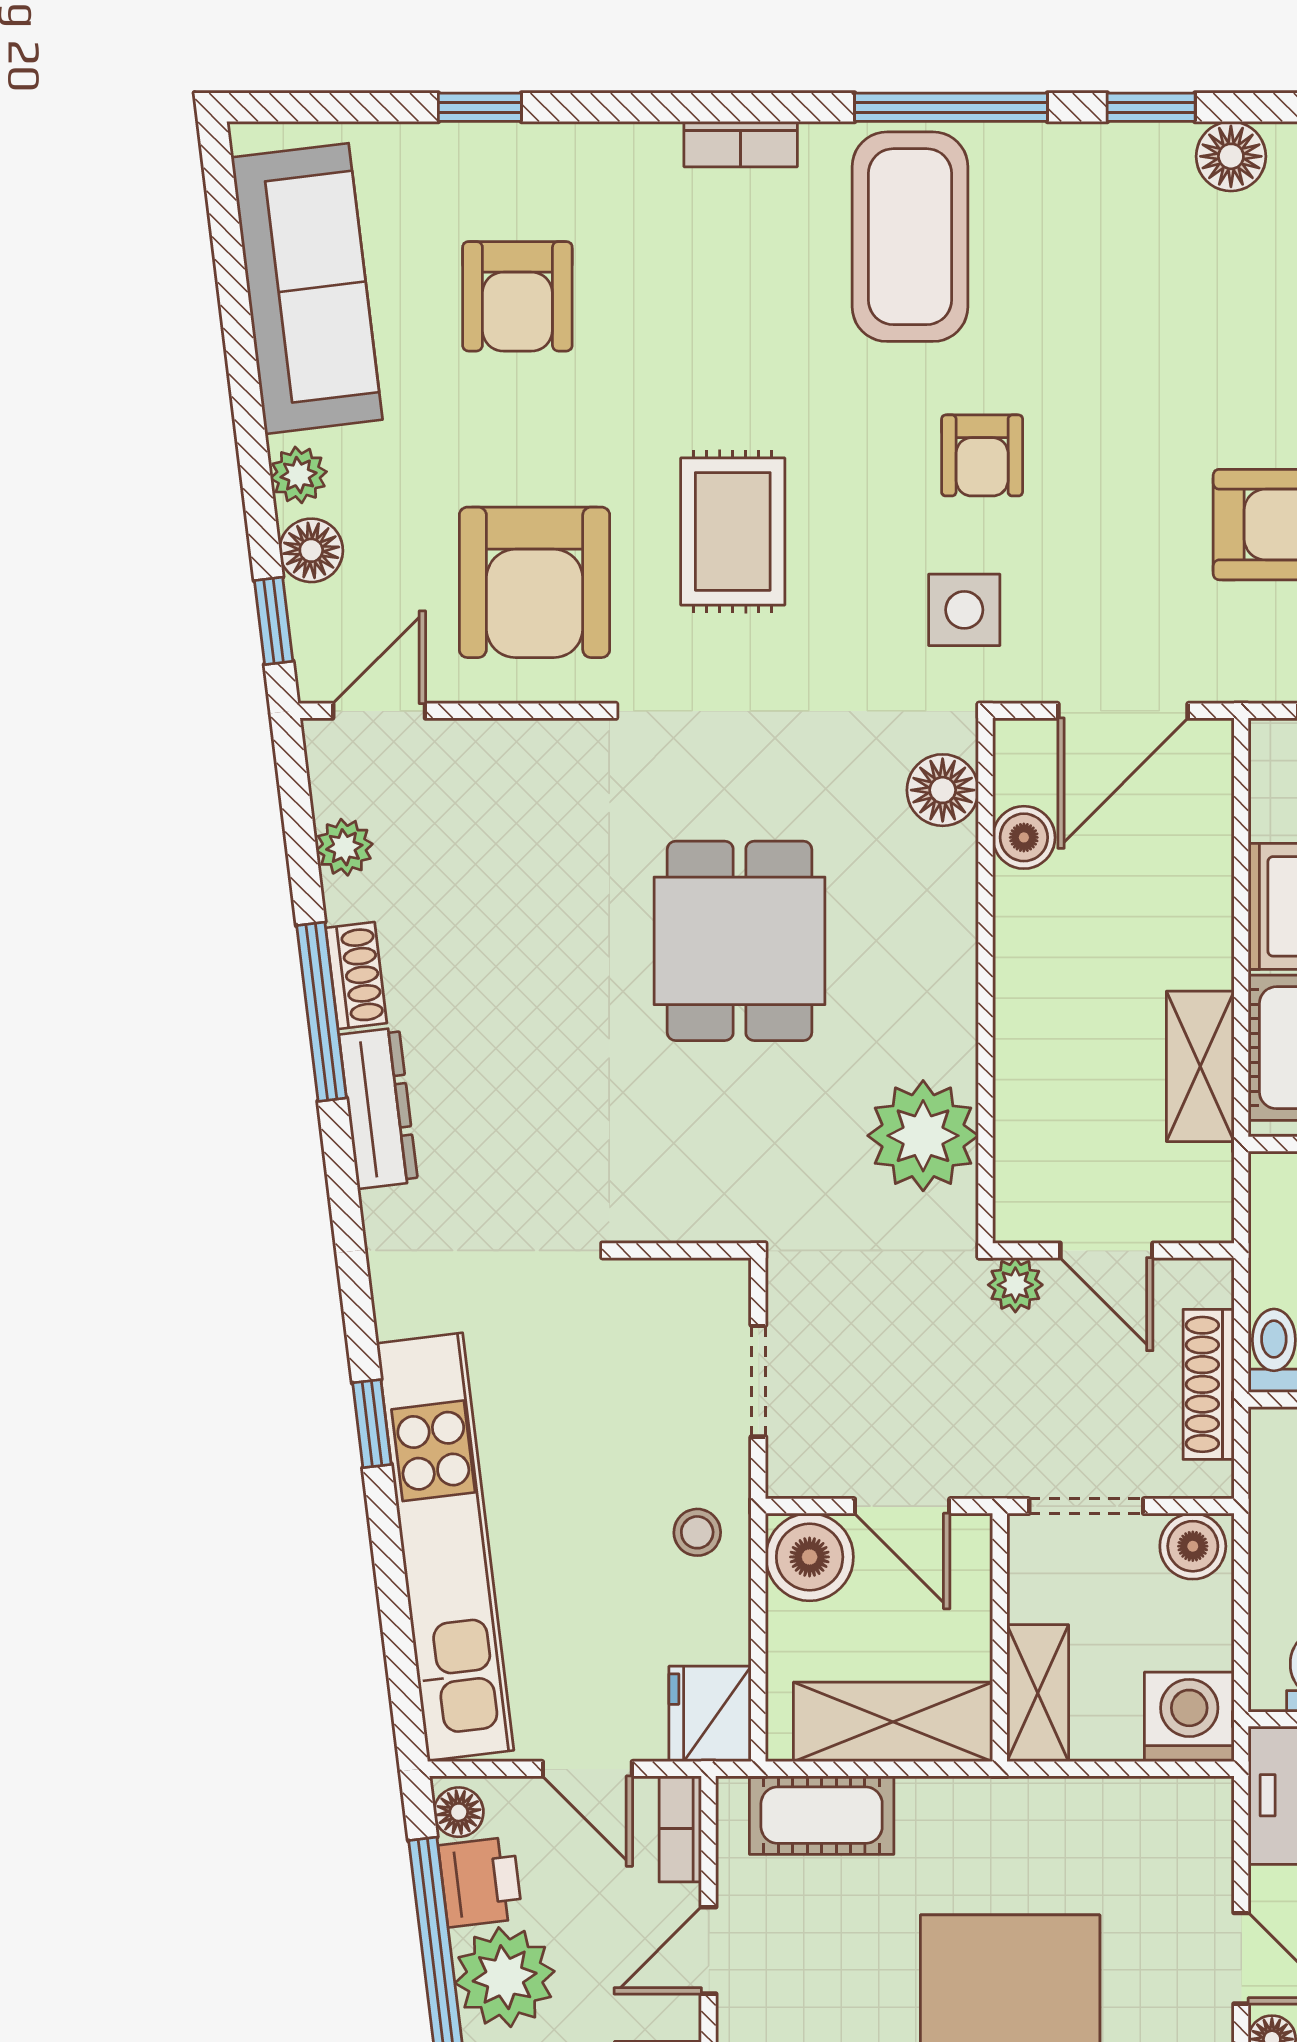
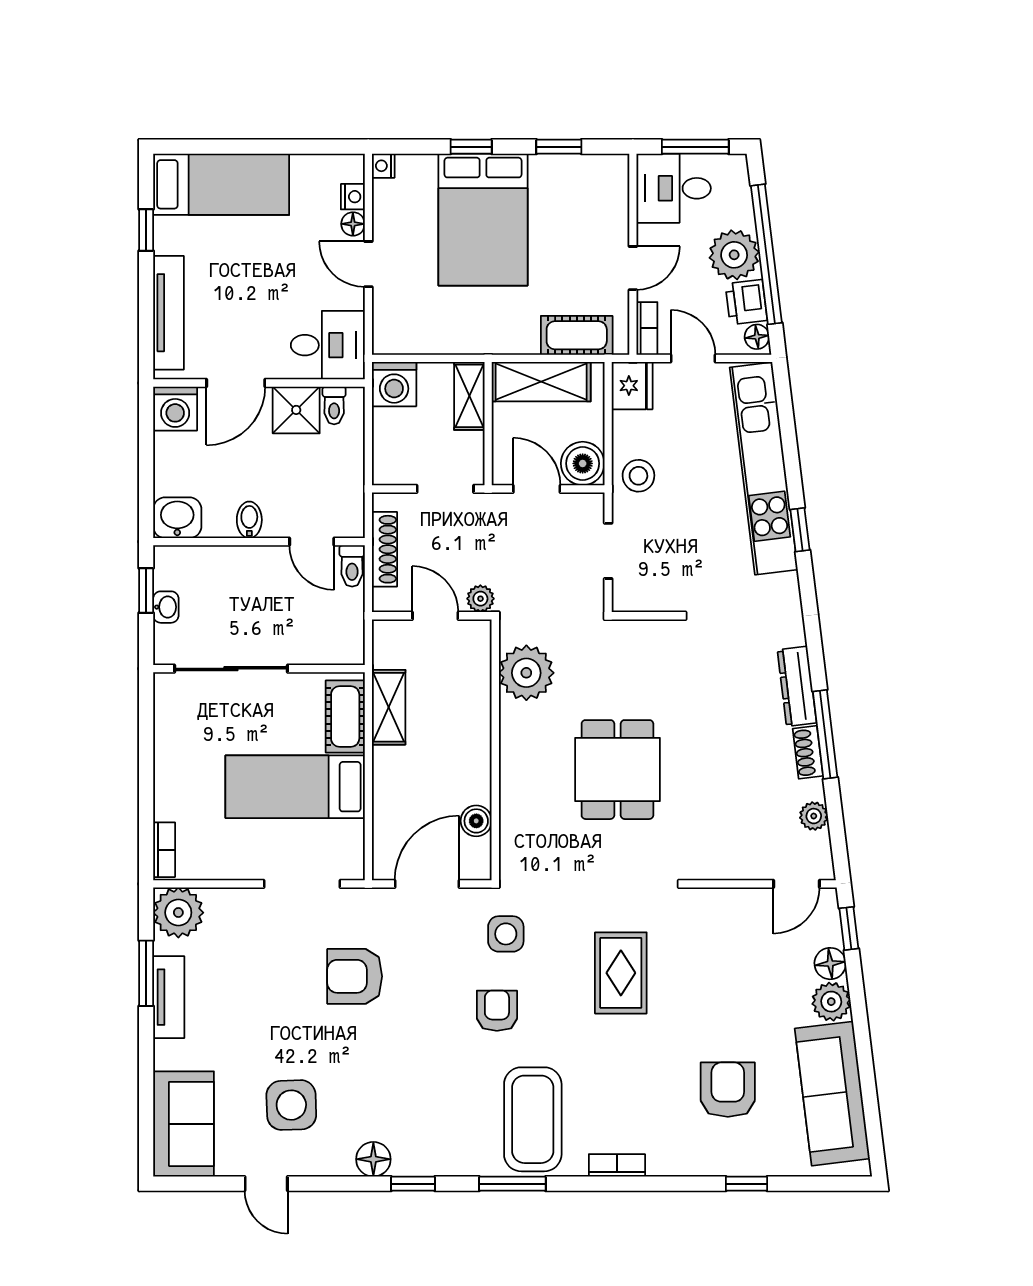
window: (951, 107) -> (512, 1184), width x0.69
plant: (299, 475) -> (831, 1002), width x1.38, depth x1.38
armchair: (535, 582) -> (719, 948), removed
floor lamp: (943, 790) -> (517, 844), removed
stool: (697, 1532) -> (638, 476), width x1.37, depth x1.37
boiler: (1193, 1546) -> (392, 469), removed

